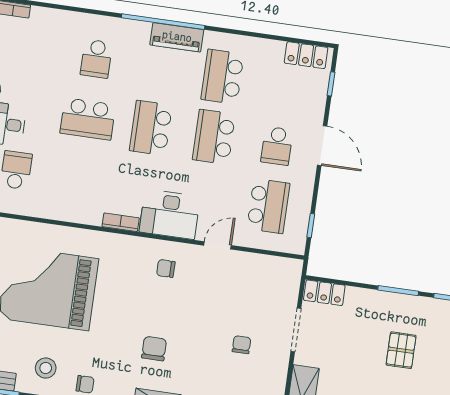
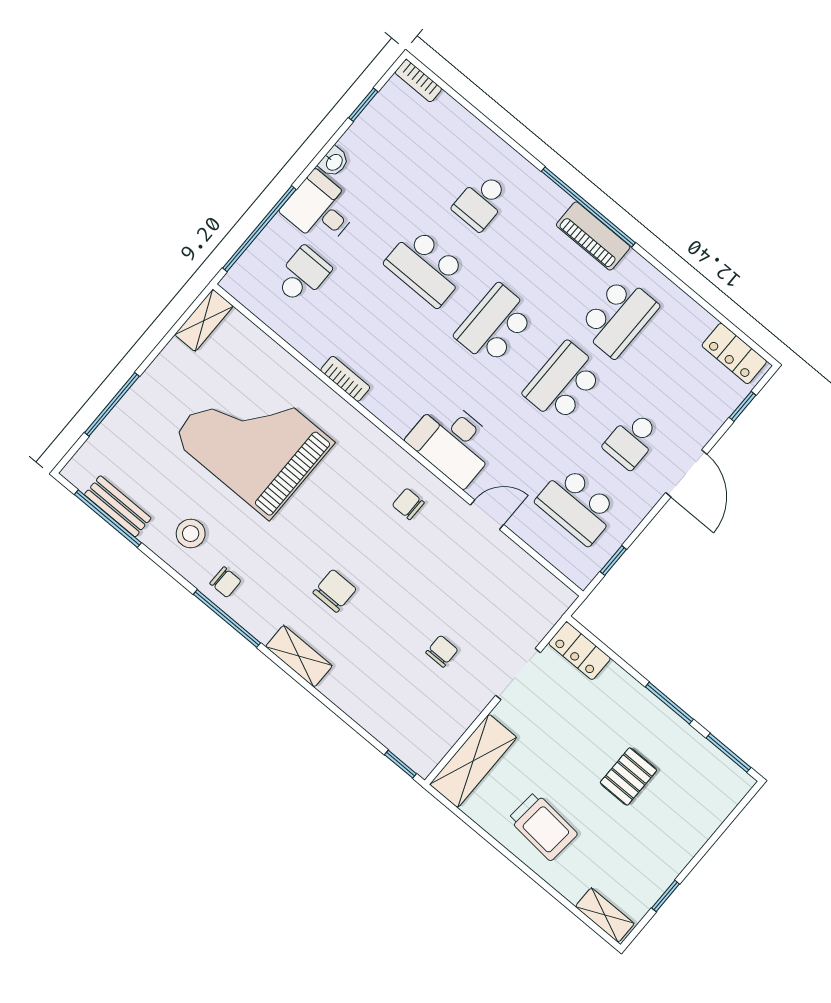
school desk: (222, 77) -> (618, 317), turned 180
school desk: (268, 206) -> (577, 506), turned 90
bookcase: (121, 222) -> (345, 379), moved

